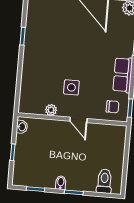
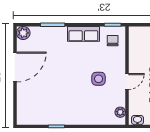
plant: (51, 110) -> (120, 112), moved
door: (78, 120) -> (127, 81), moved

